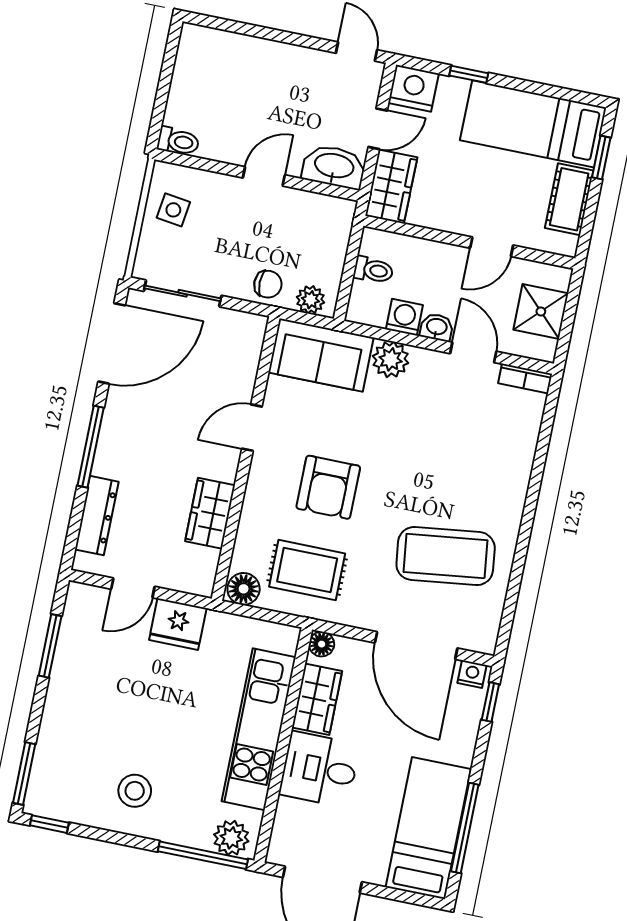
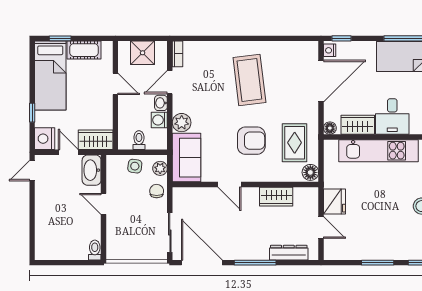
side table: (173, 210) -> (135, 166), moved
coffee table: (446, 556) -> (249, 80), moved
window: (50, 646) -> (378, 263), moved

